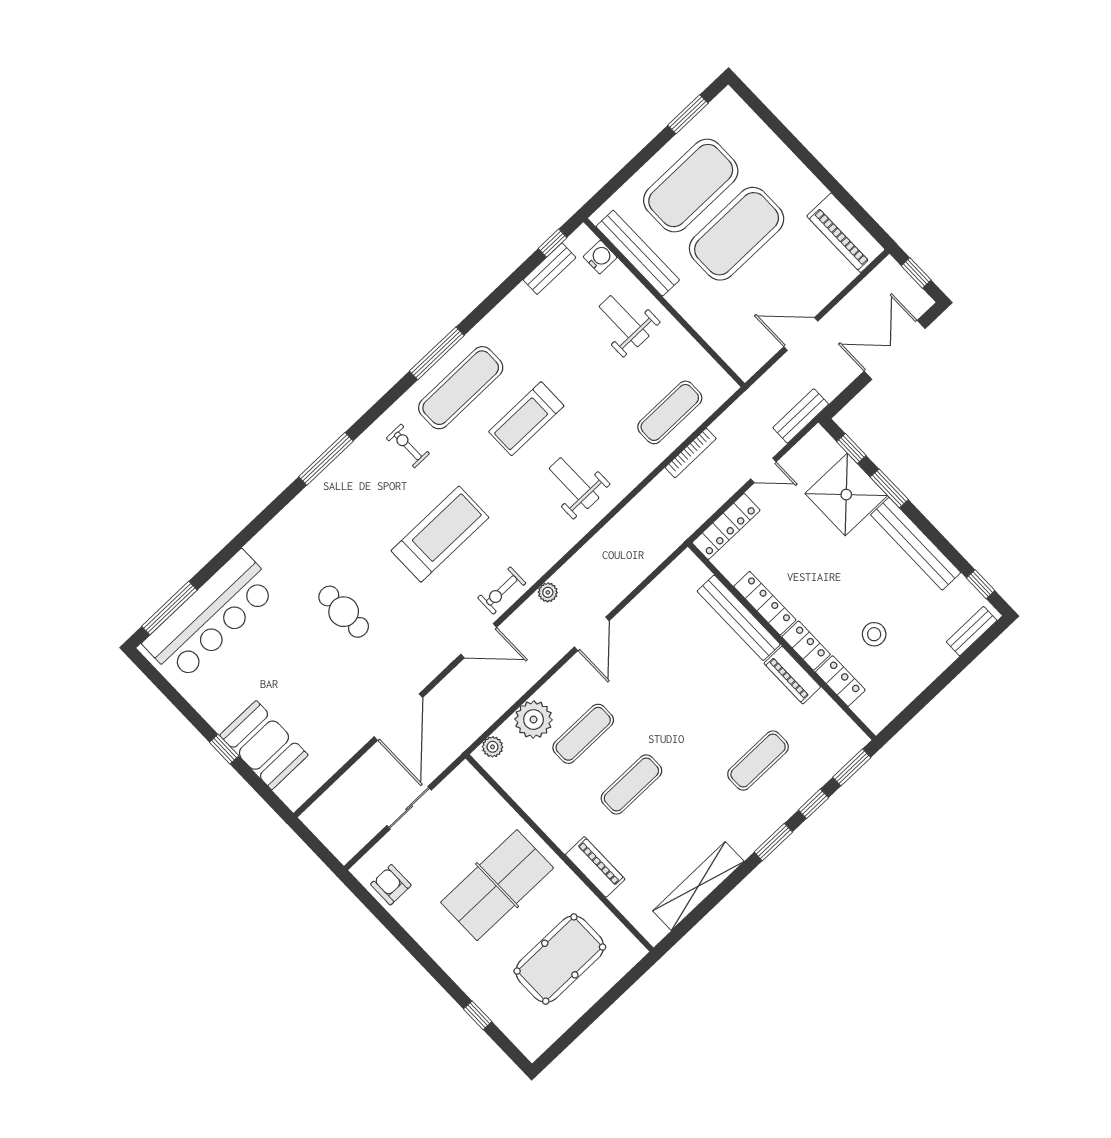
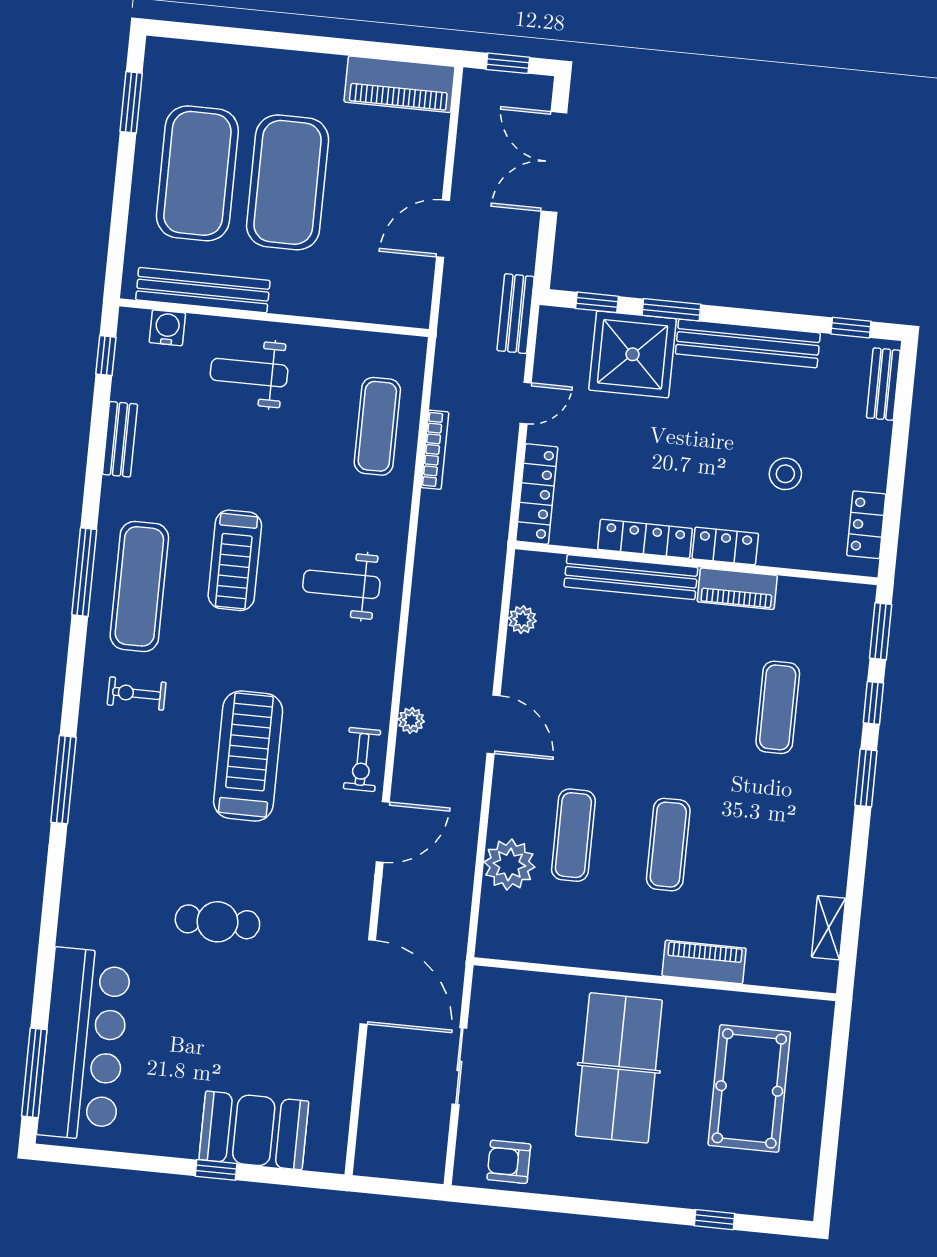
bench: (549, 269) -> (120, 439), moved
locker: (840, 681) -> (866, 525), moved, turned -90
plant: (493, 747) -> (522, 620), moved
shelving: (698, 886) -> (829, 928), width x0.45, depth x0.75

